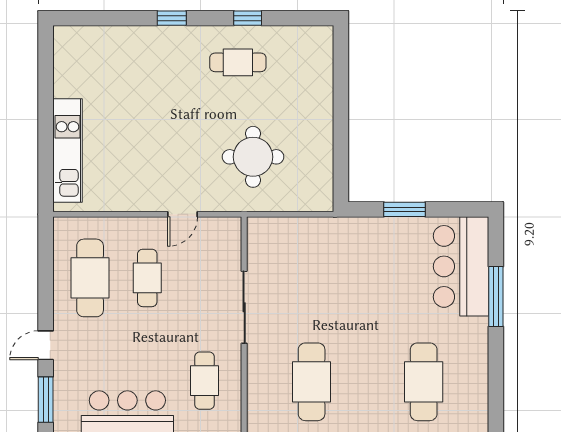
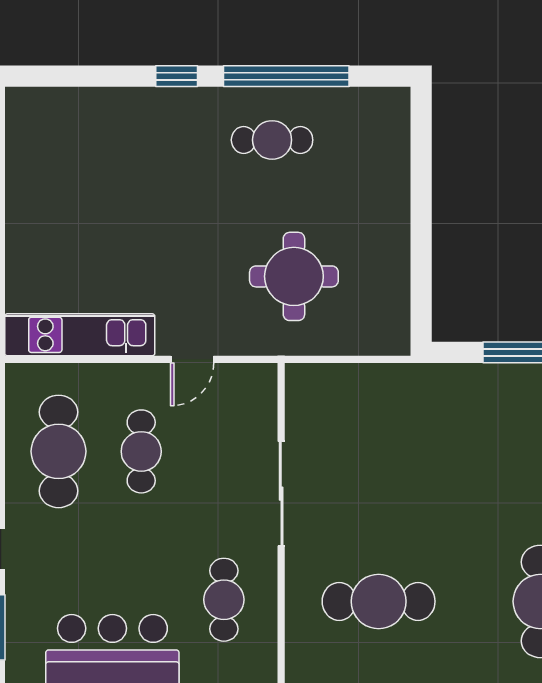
window: (248, 18) -> (286, 76), width x3.17
kitchen unit: (67, 151) -> (80, 335), moved, turned -90
cafe table: (312, 382) -> (379, 601), turned 90

